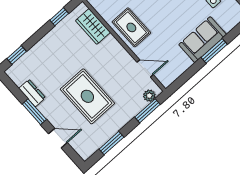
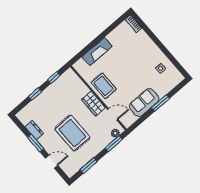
wardrobe: (93, 26) -> (93, 104), moved
sofa: (203, 40) -> (144, 103), moved
window: (17, 55) -> (35, 94), moved

